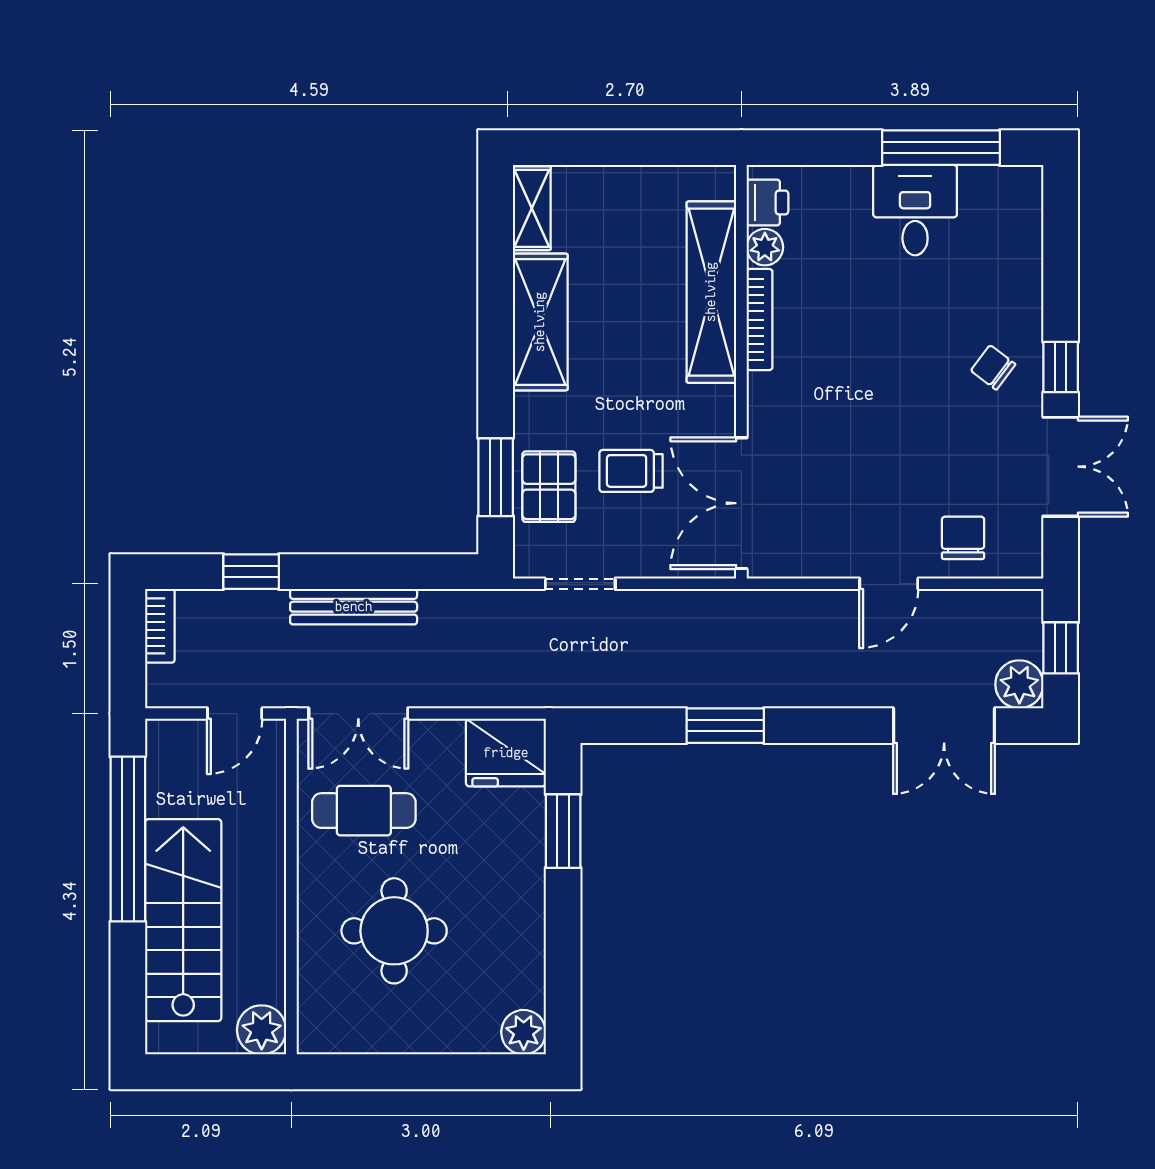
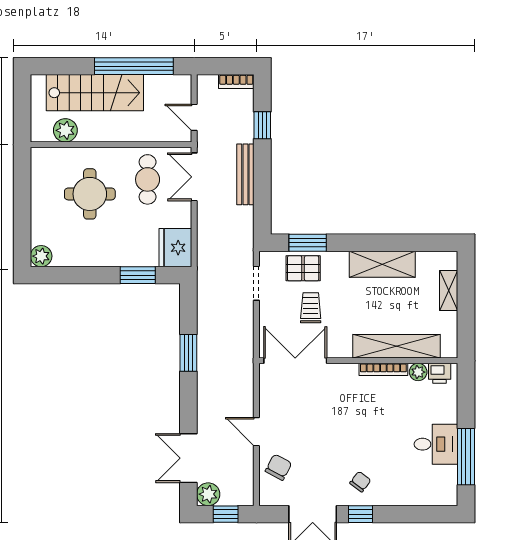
shelving: (532, 208) -> (449, 291), moved, turned 90
chair: (963, 538) -> (279, 467), turned -62
plant: (262, 1030) -> (65, 130), moved

